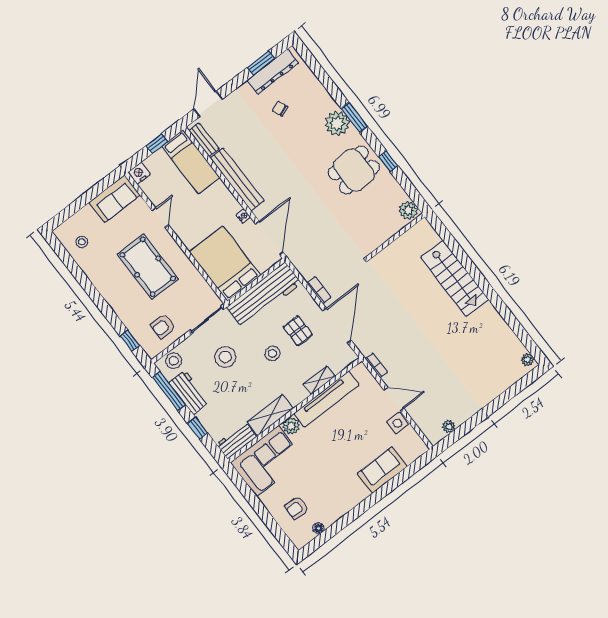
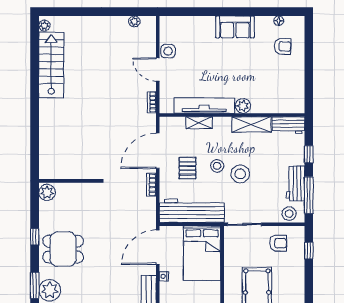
stairs: (455, 278) -> (51, 65), moved
stool: (225, 357) -> (240, 174), moved
corner sofa: (267, 461) -> (278, 94), removed
sofa: (382, 470) -> (235, 27), moved

